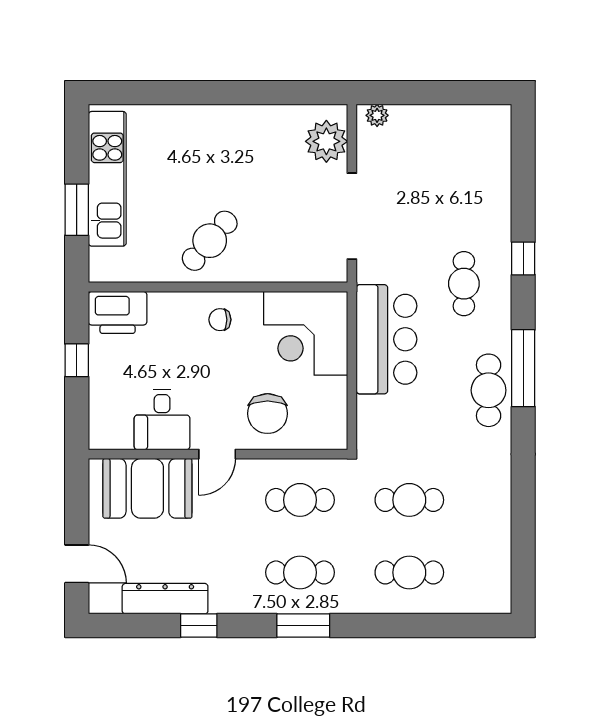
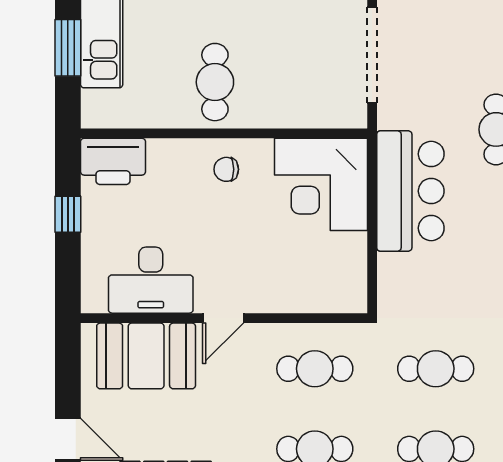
cafe table: (210, 241) -> (215, 82), turned -41
chair: (268, 414) -> (279, 273), removed
desk: (162, 420) -> (151, 280), width x1.37

